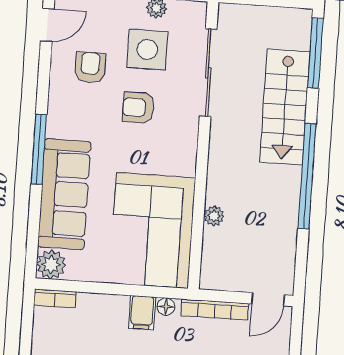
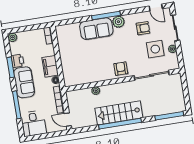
stairs: (285, 107) -> (119, 113), moved
armchair: (138, 108) -> (121, 69), moved
sofa: (64, 194) -> (96, 29), width x0.73
corner sofa: (152, 230) -> (84, 68), removed
plant: (51, 265) -> (118, 22), moved
filing cabinet: (142, 313) -> (50, 66), width x2.00

